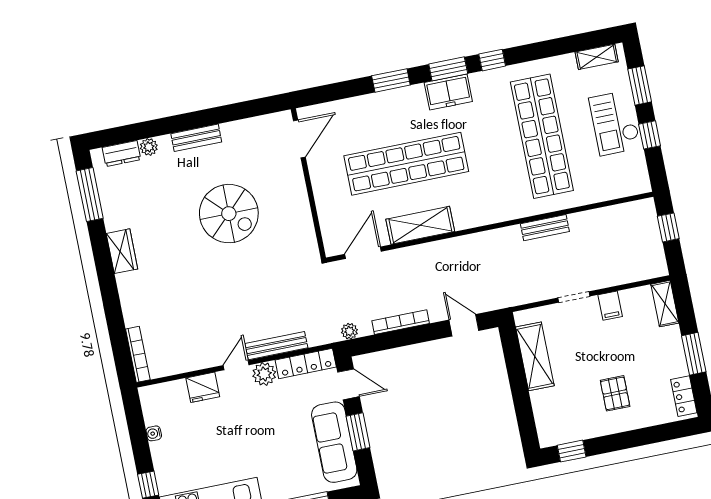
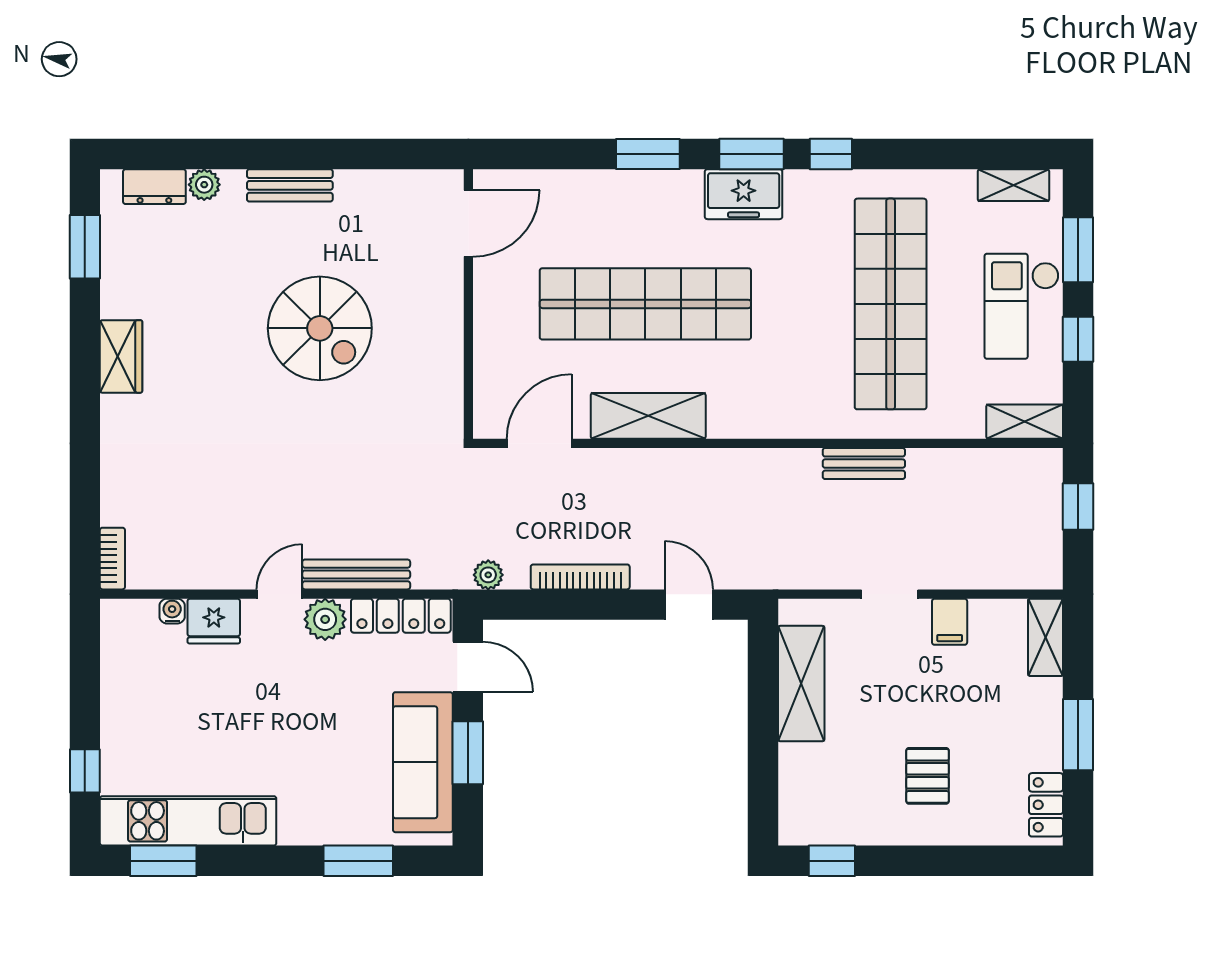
shelving: (629, 186) -> (1025, 422), added
window: (90, 195) -> (85, 247), width x0.69
bookcase: (138, 354) -> (112, 559), width x0.64
water cooler: (154, 433) -> (172, 611), moved, turned 90

